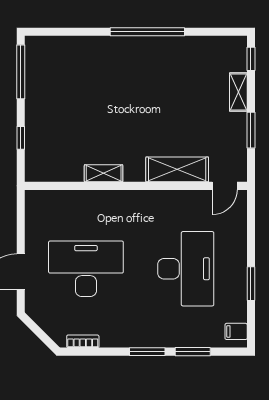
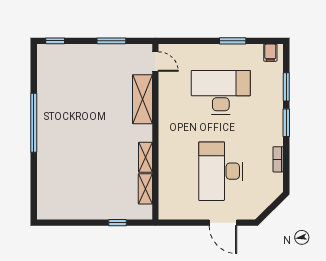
window: (21, 72) -> (65, 223), removed
shelving: (238, 92) -> (145, 189), moved, turned 90
bookcase: (83, 341) -> (278, 159), moved

